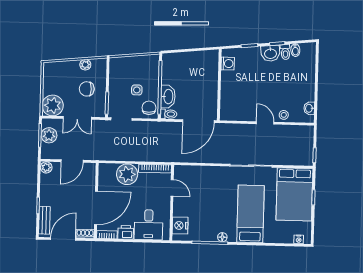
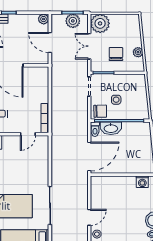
door: (198, 121) -> (89, 156), swing flipped
plant: (127, 174) -> (39, 93), removed

